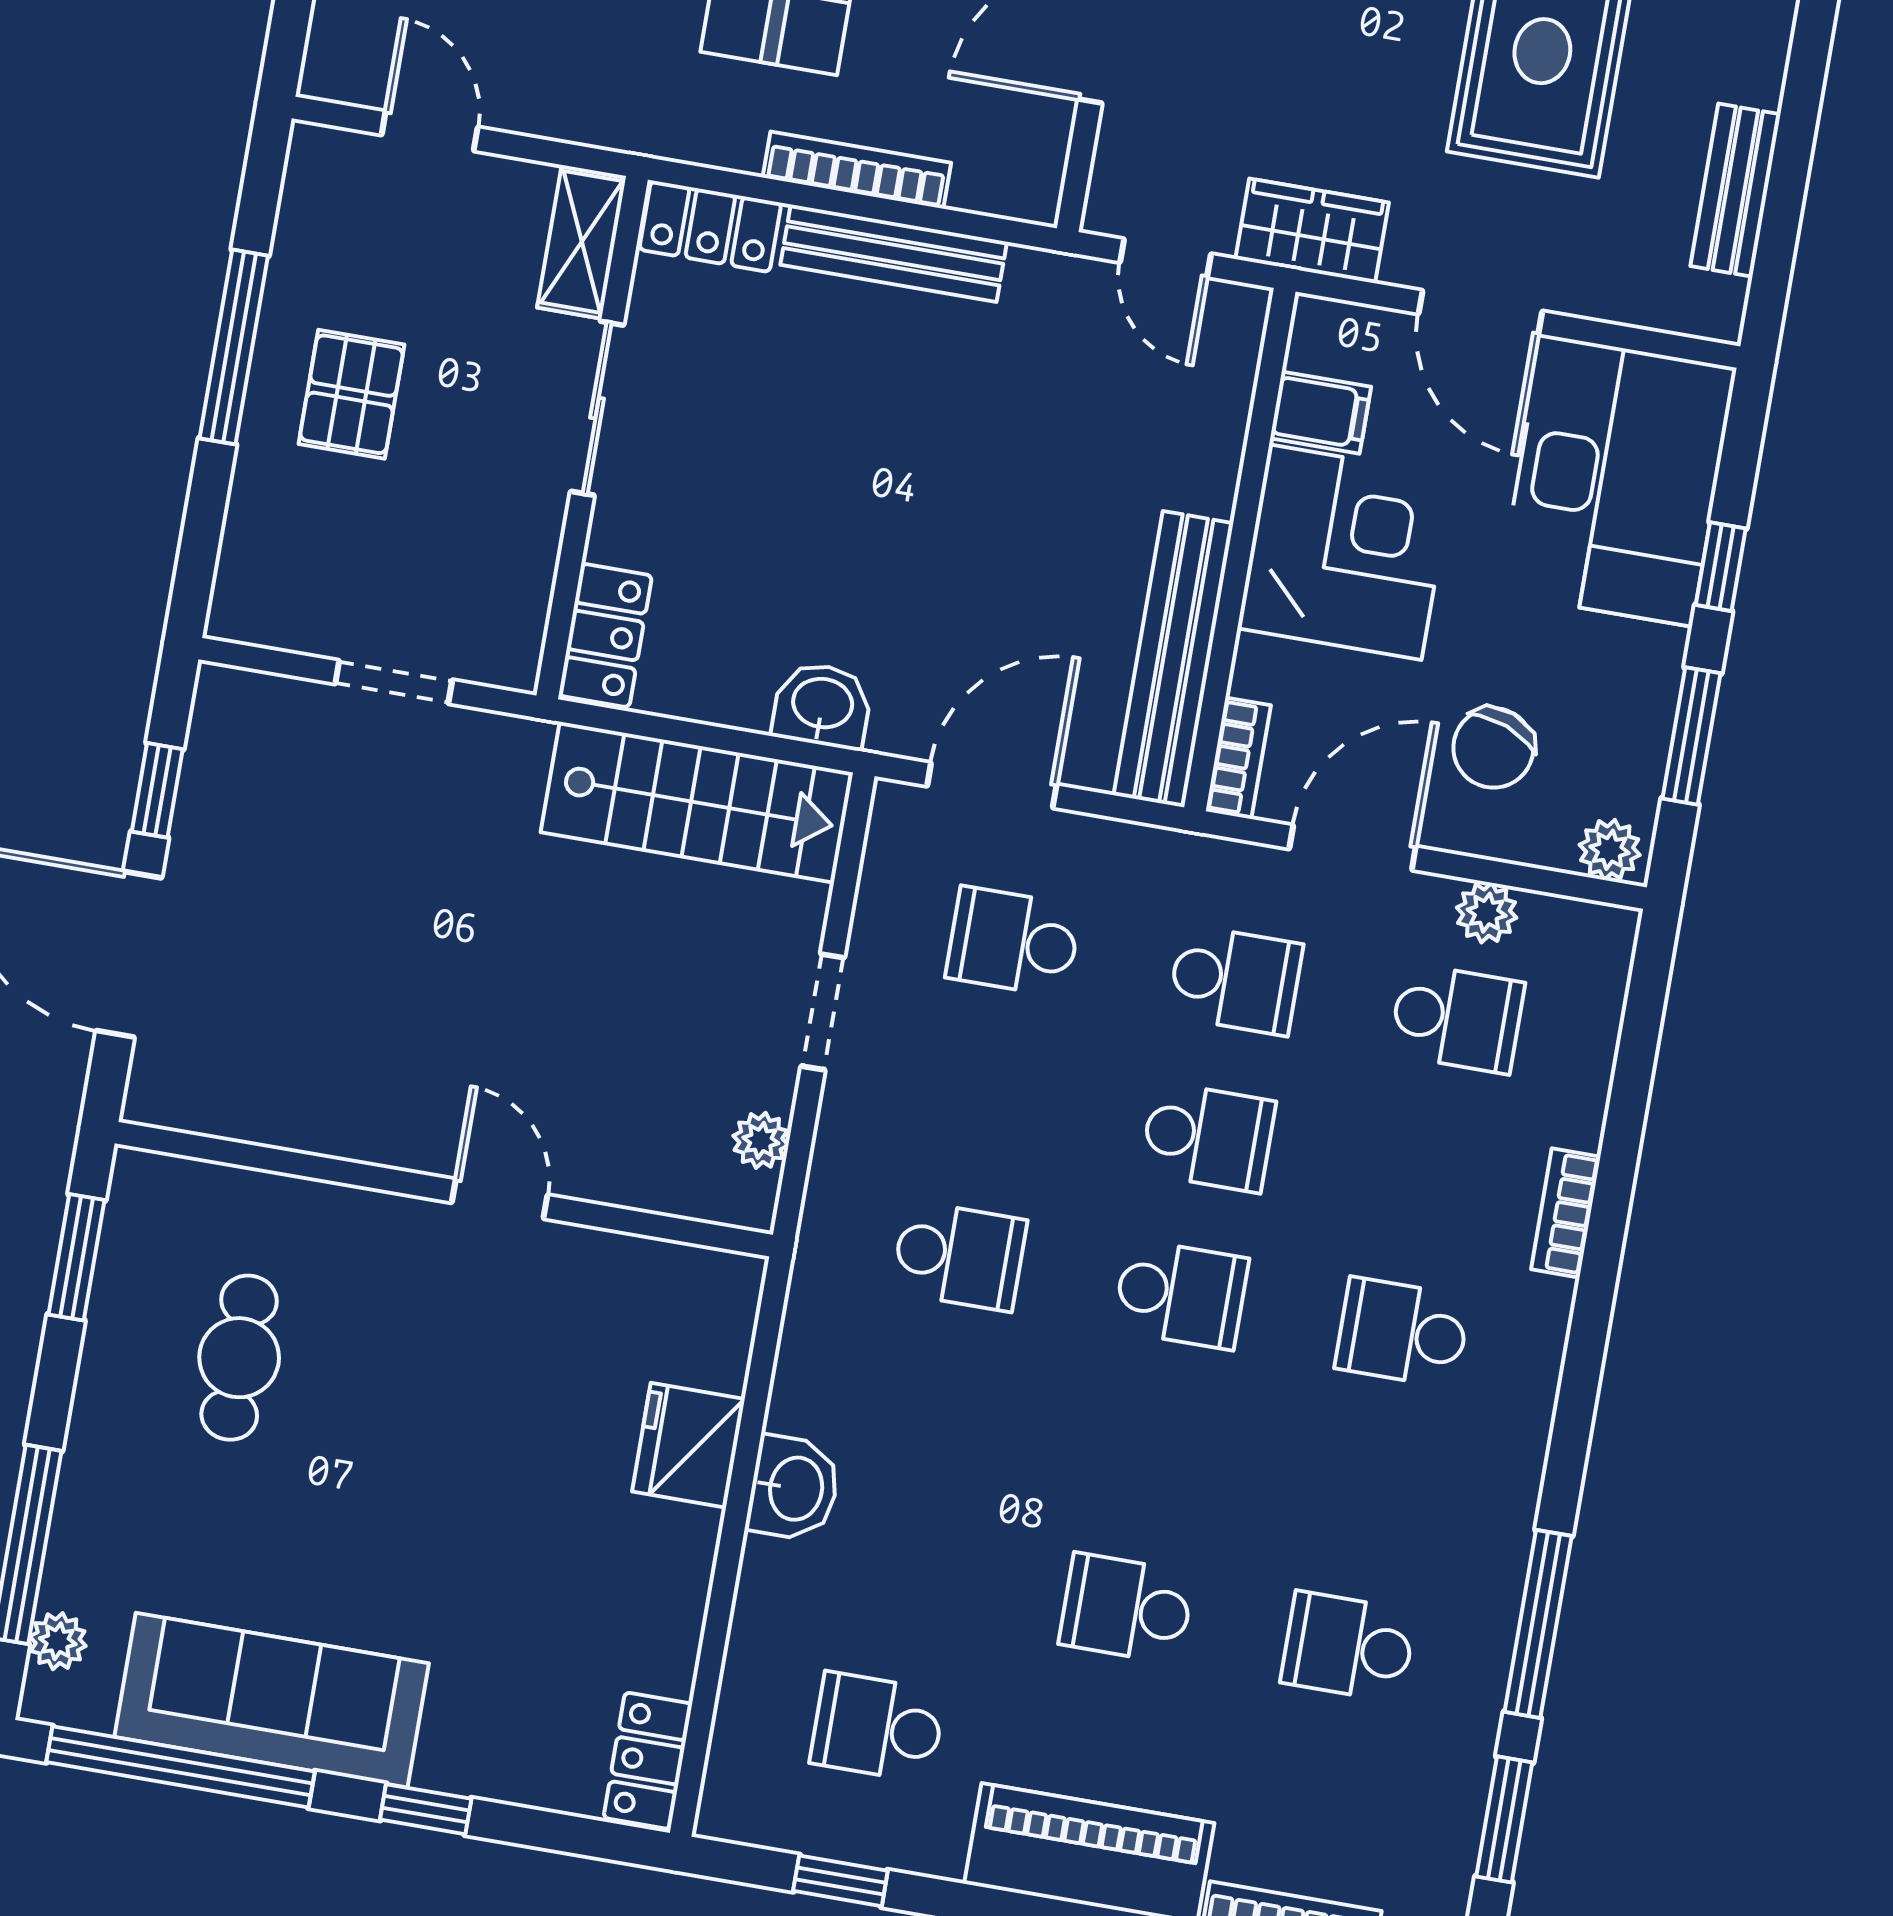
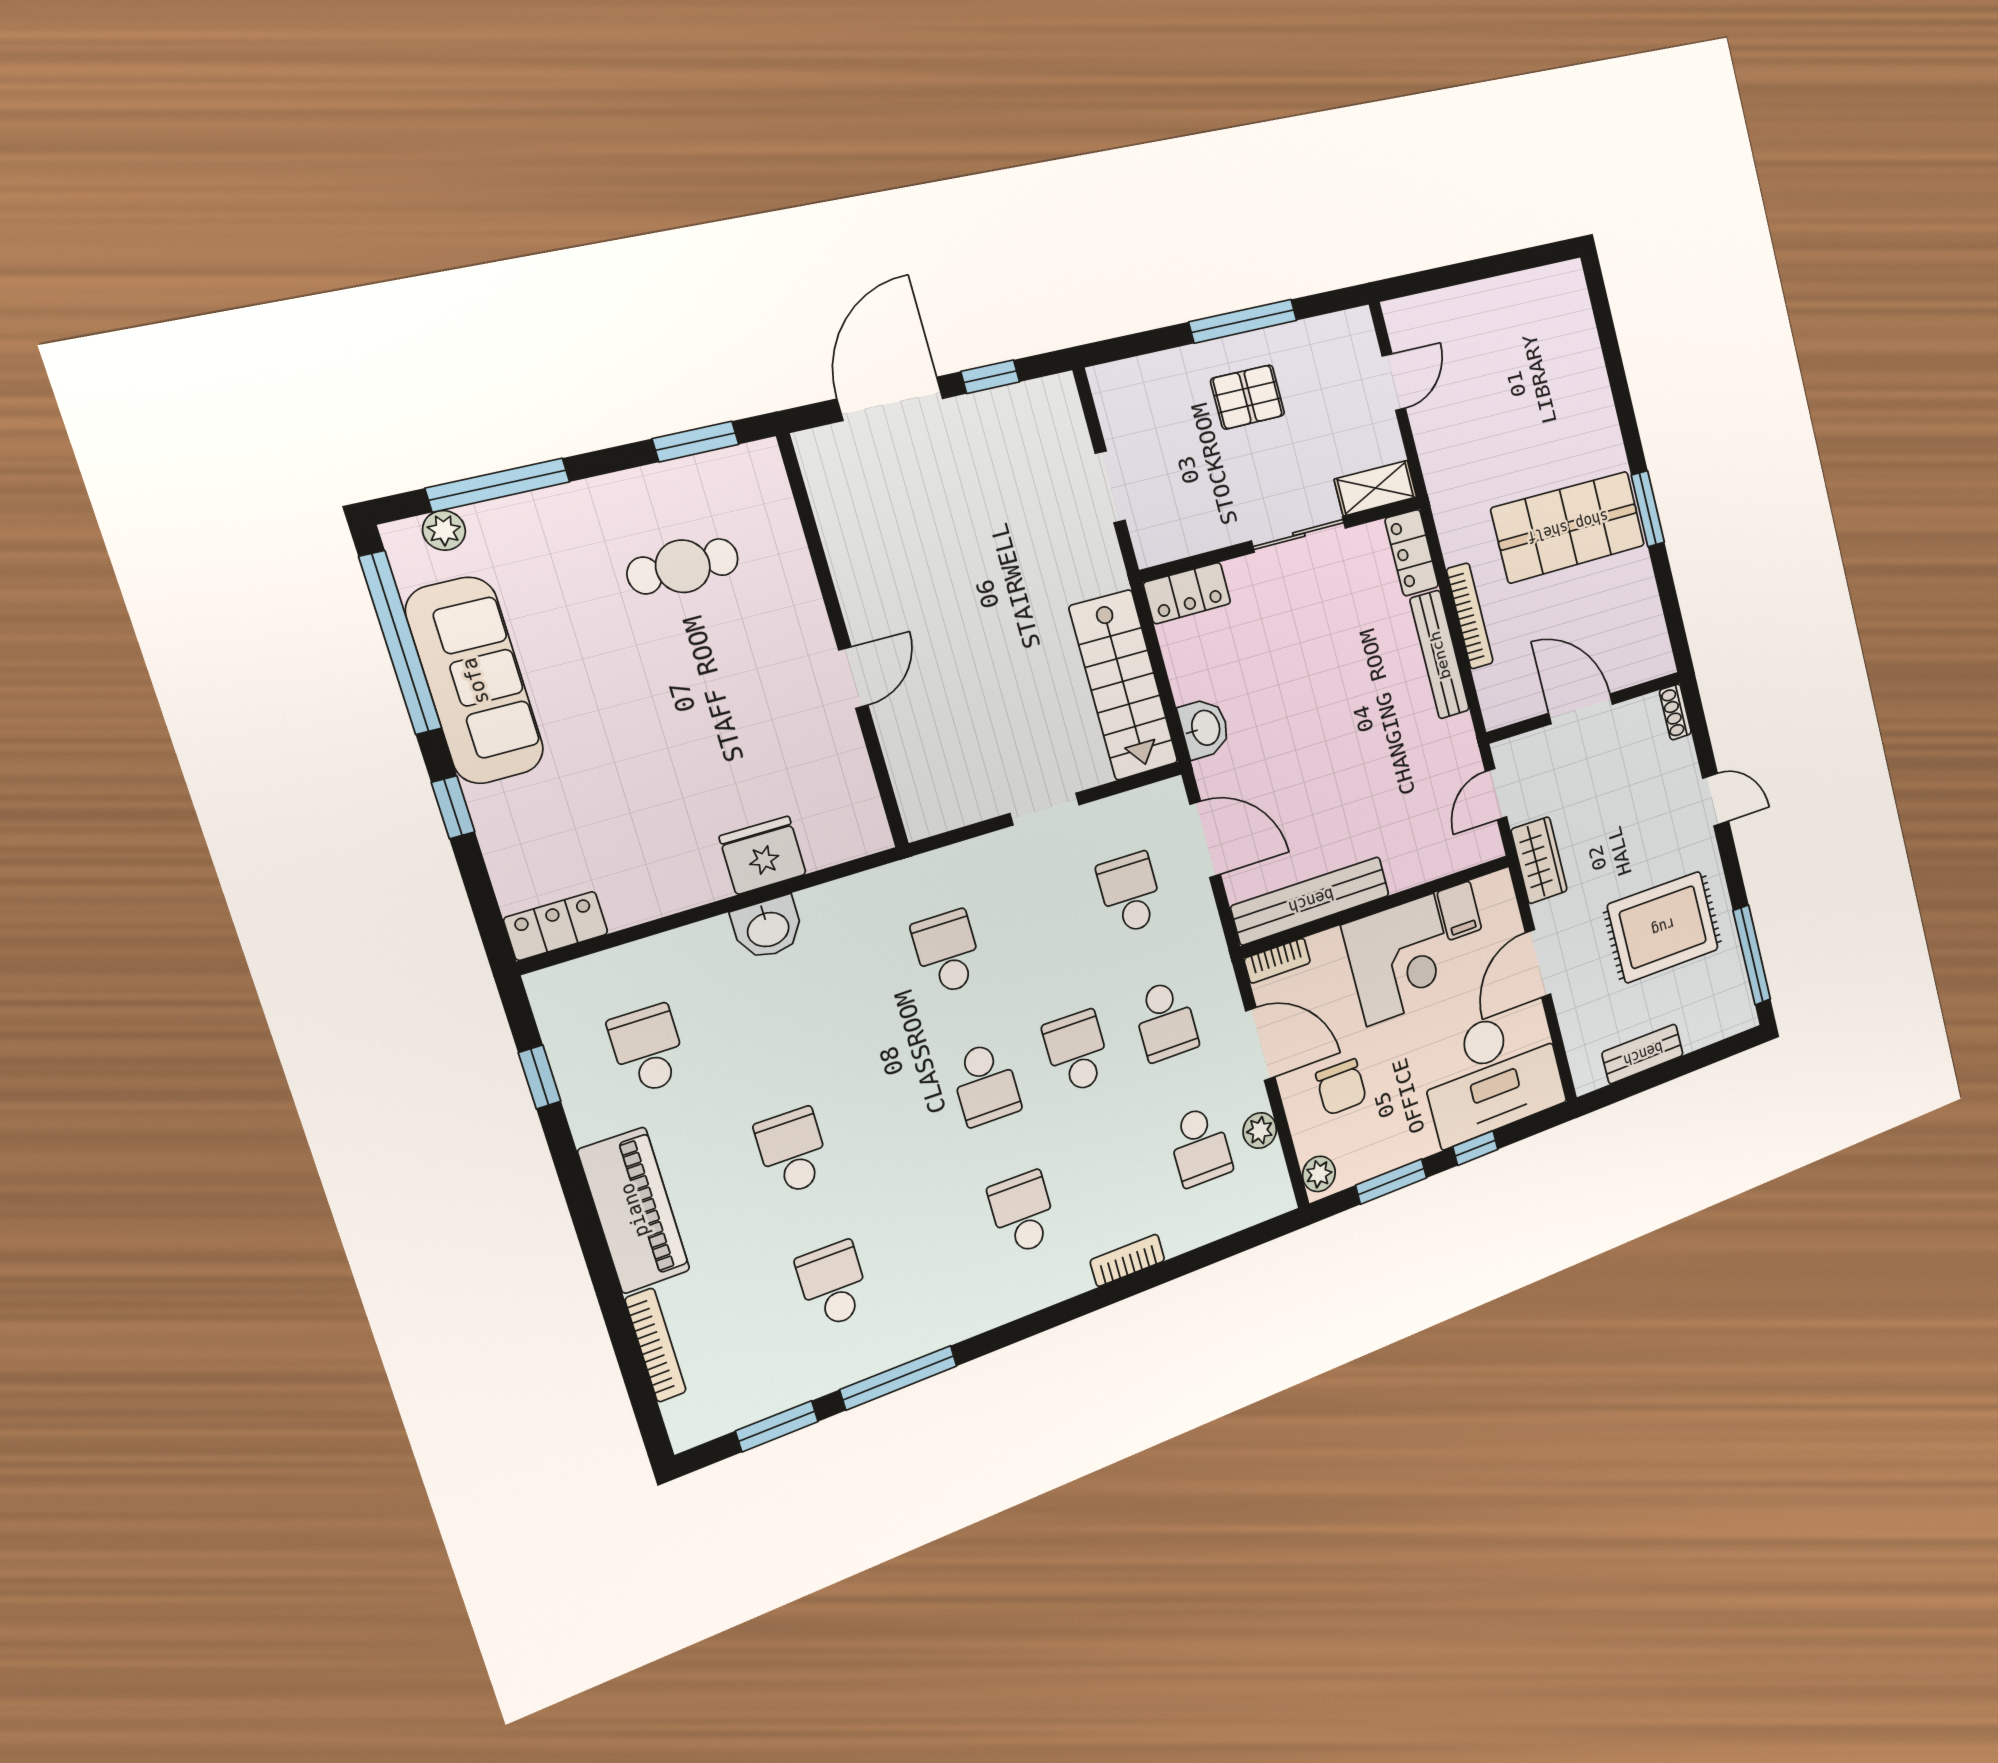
chair: (1493, 748) -> (1341, 1087), turned -111
school desk: (1208, 1137) -> (1077, 1052), turned 180
plant: (761, 1140) -> (958, 810), removed
school desk: (959, 1256) -> (947, 952), turned 180

